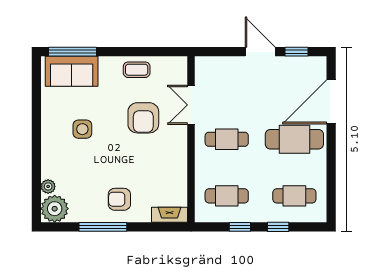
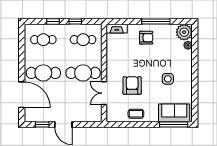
door: (331, 102) -> (22, 95), hinge flipped
double door: (191, 105) -> (104, 93), swing flipped
cafe table: (227, 139) -> (83, 73), width x1.37, depth x1.35

